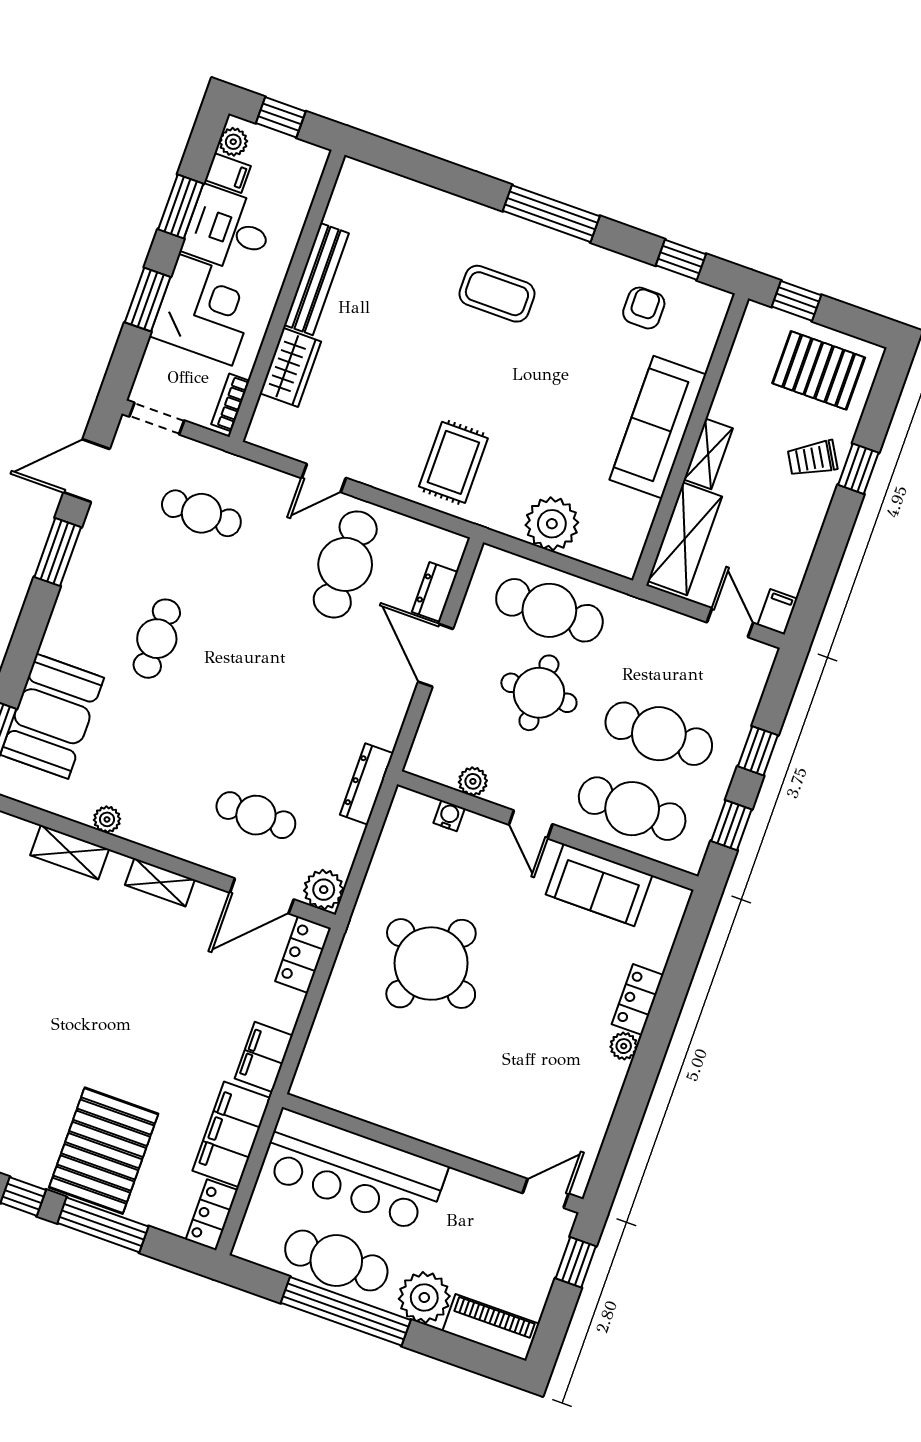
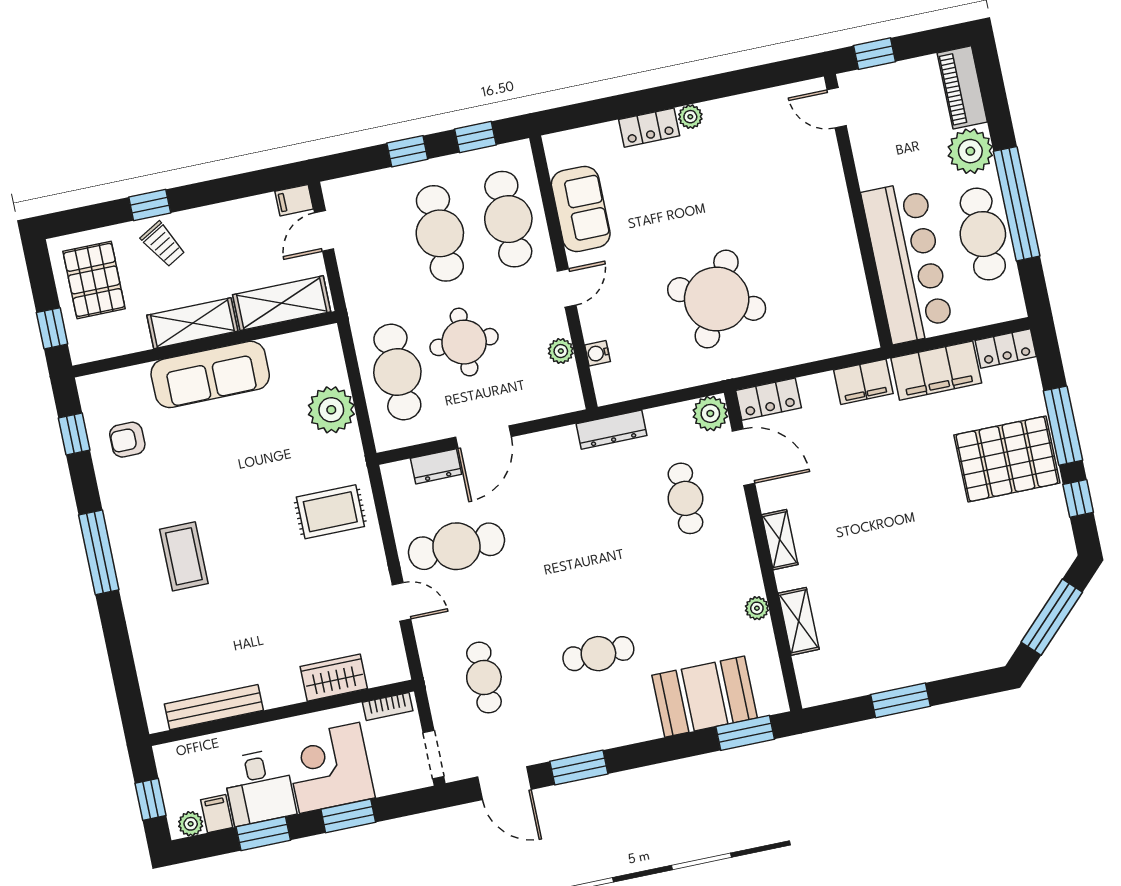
bench: (316, 279) -> (214, 707), moved
shelving: (708, 454) -> (192, 323), width x1.50, depth x1.33

